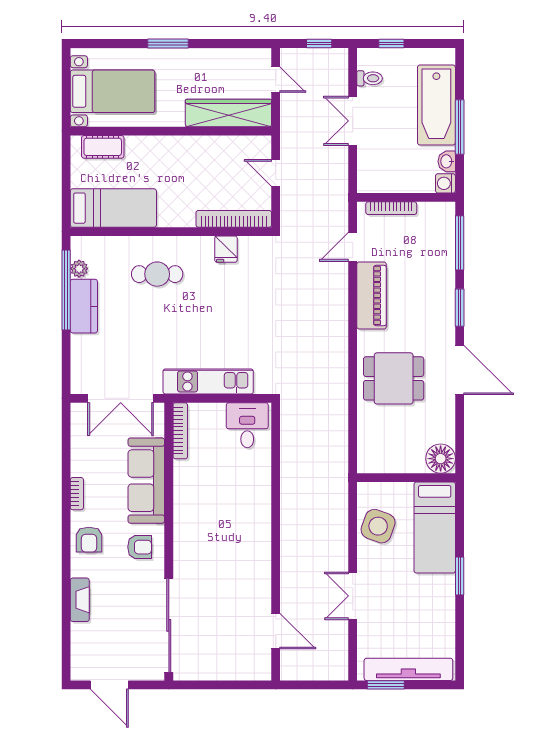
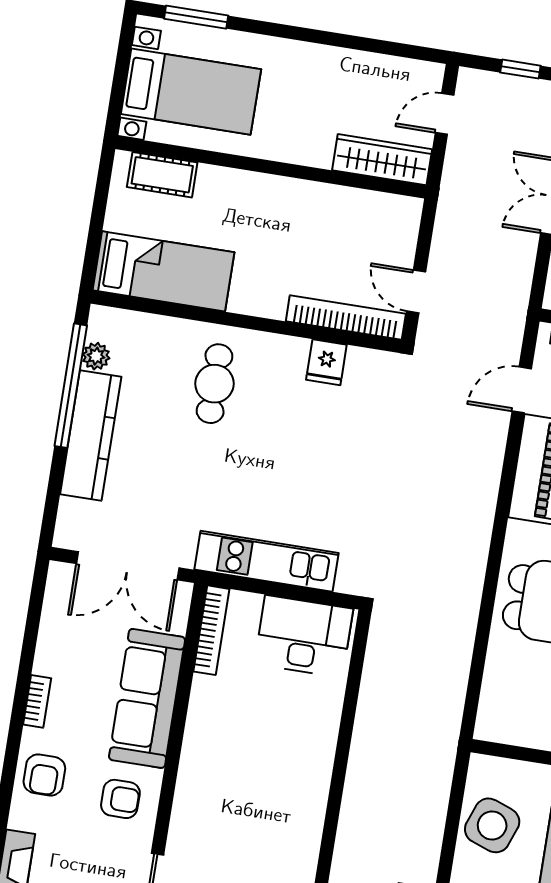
window: (168, 43) -> (196, 17), moved
door: (276, 80) -> (445, 114), swing flipped
wardrobe: (228, 113) -> (382, 160), width x0.71, depth x0.85
door: (276, 173) -> (416, 292), moved
cafe table: (157, 274) -> (214, 384), turned 90
kitchen counter: (84, 306) -> (91, 436), width x1.50
desk: (247, 425) -> (304, 636), width x1.37

